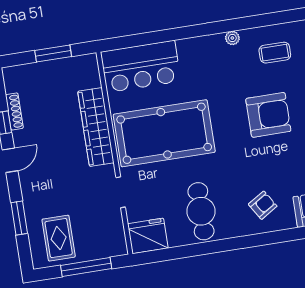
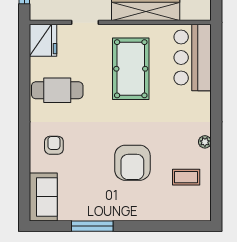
coffee table: (275, 53) -> (186, 177), turned 90
pool table: (164, 133) -> (131, 69), width x0.73, depth x0.76
armchair: (263, 205) -> (54, 145), turned -148

